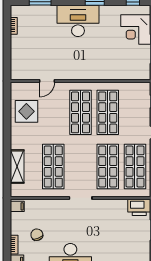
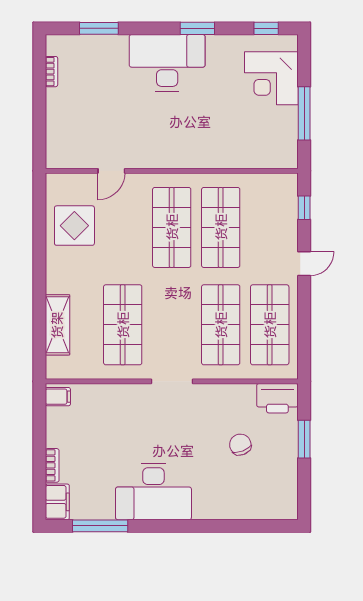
chair: (37, 235) -> (240, 445), moved

